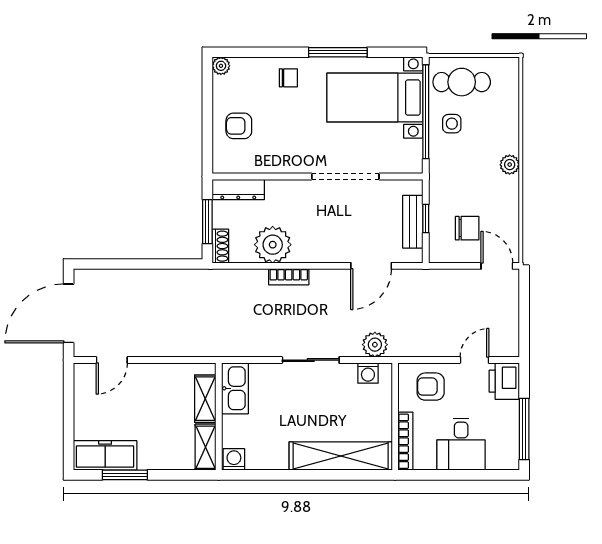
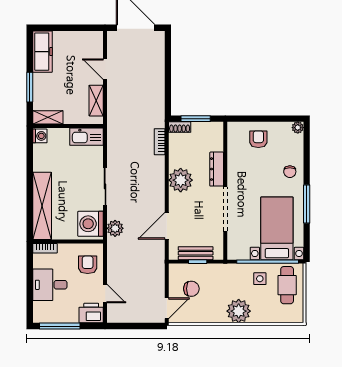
plant: (510, 165) -> (239, 311), width x1.88, depth x1.88
dresser: (238, 190) -> (217, 169), moved
chair: (467, 228) -> (191, 289), turned -90
plant: (273, 245) -> (181, 180), moved
door: (371, 266) -> (167, 226), hinge flipped
bookcase: (289, 277) -> (160, 142), moved
door: (112, 360) -> (105, 69), moved
washing machine: (368, 373) -> (91, 224), width x1.89, depth x1.89
shelving: (205, 399) -> (96, 101), moved, turned 90
bookcase: (405, 441) -> (45, 248), width x0.64
window: (125, 475) -> (30, 87), moved

